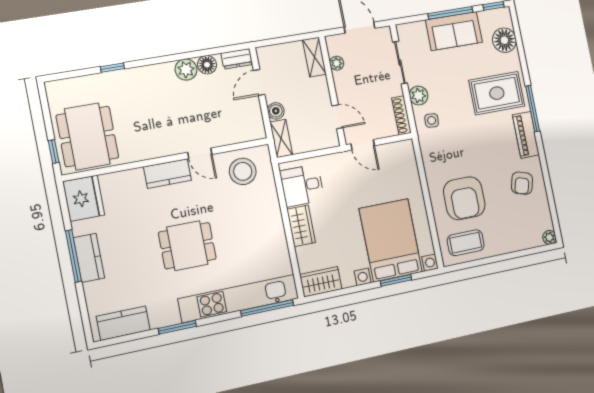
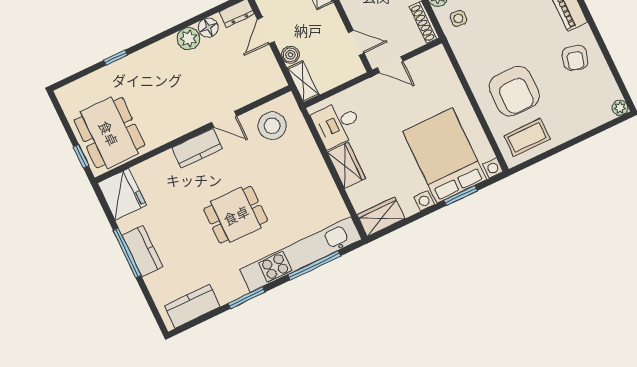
window: (267, 308) -> (314, 265), moved

